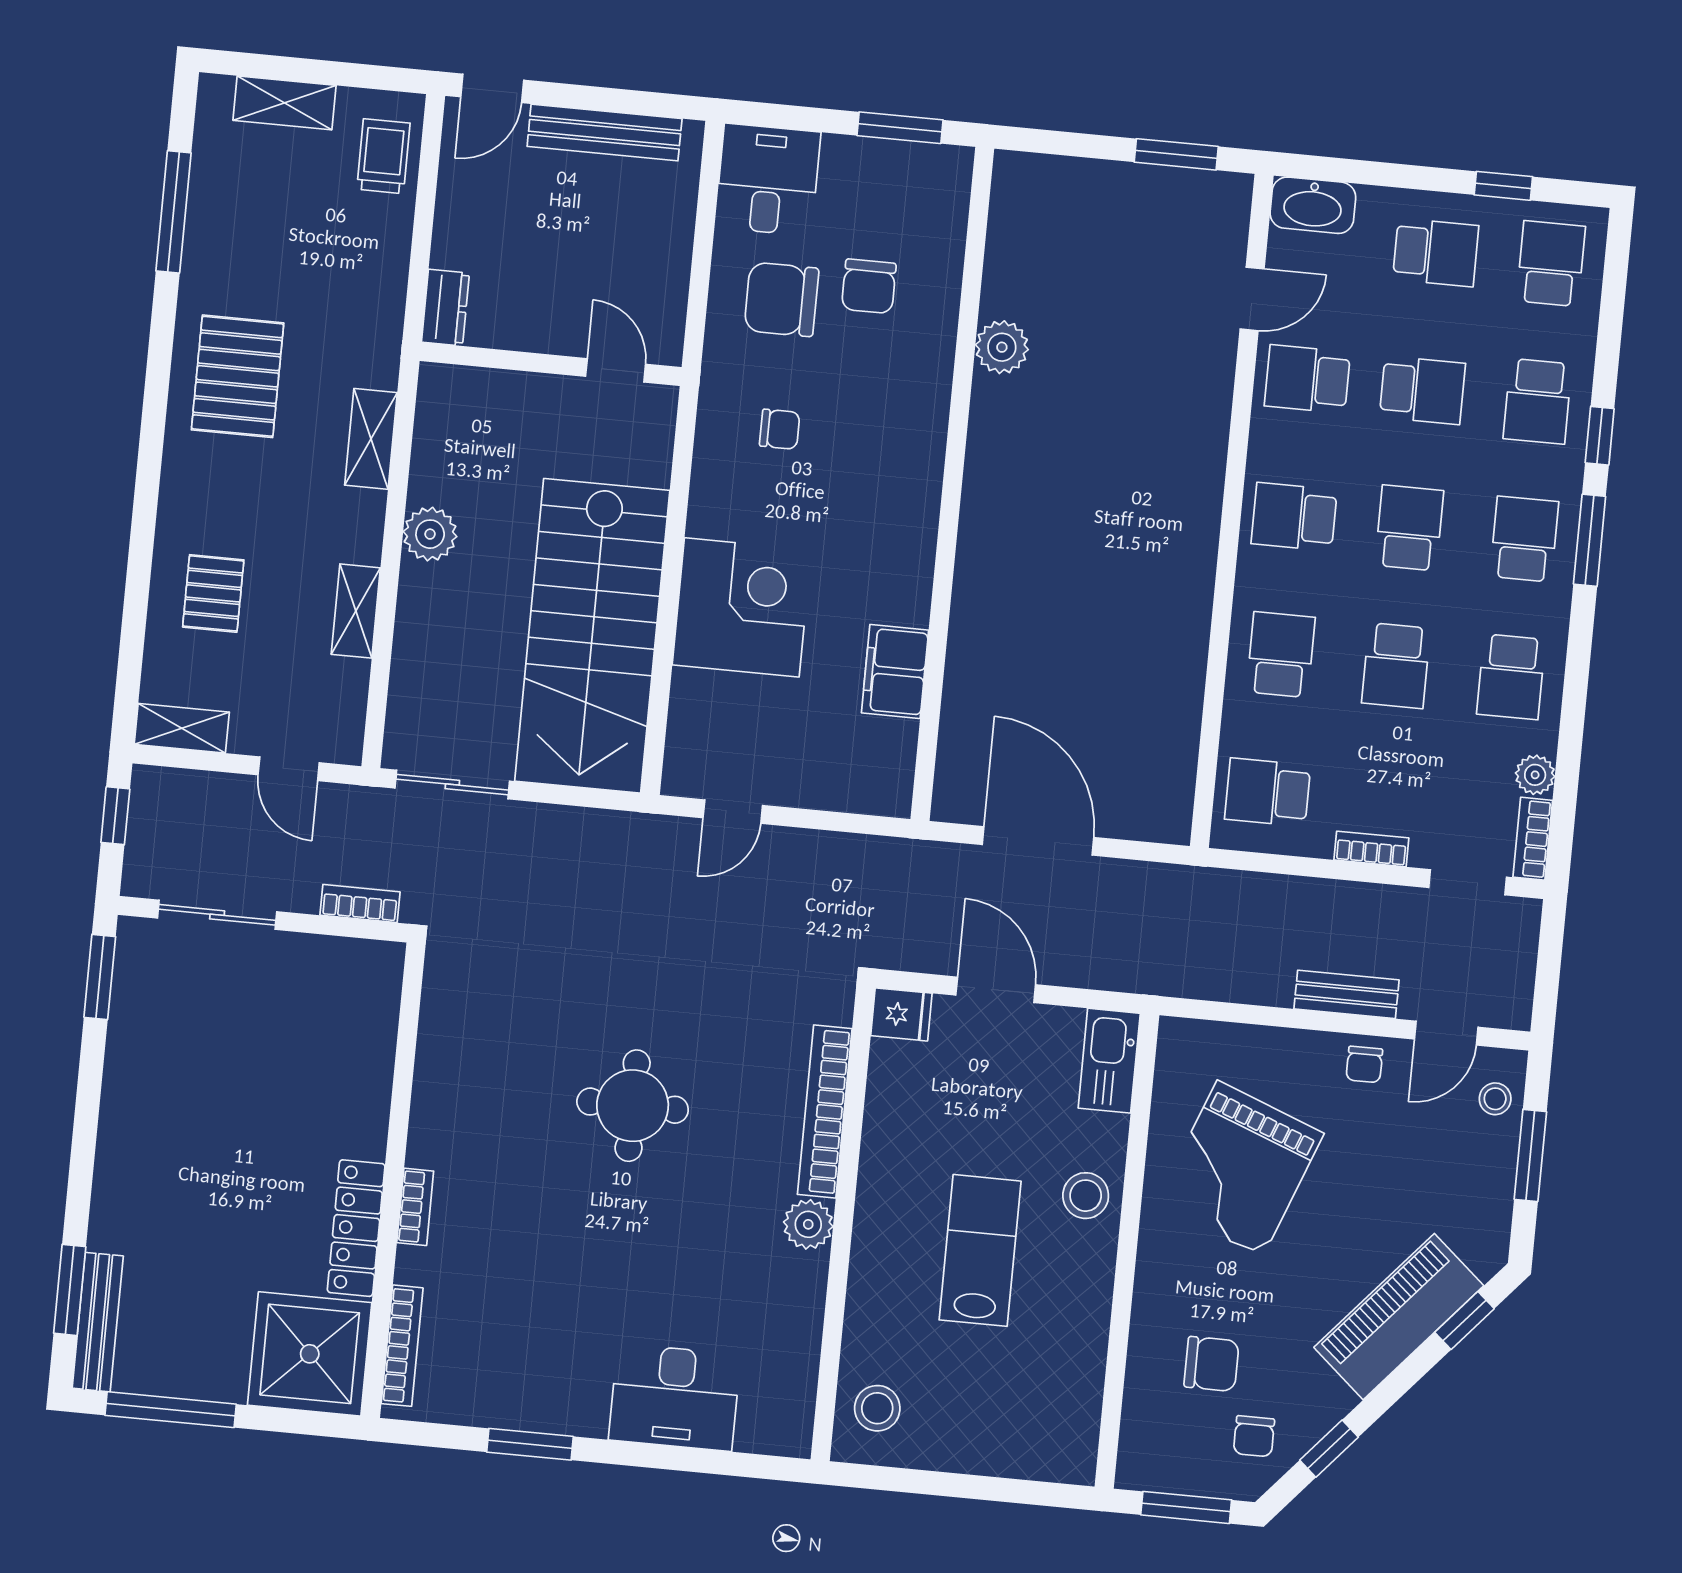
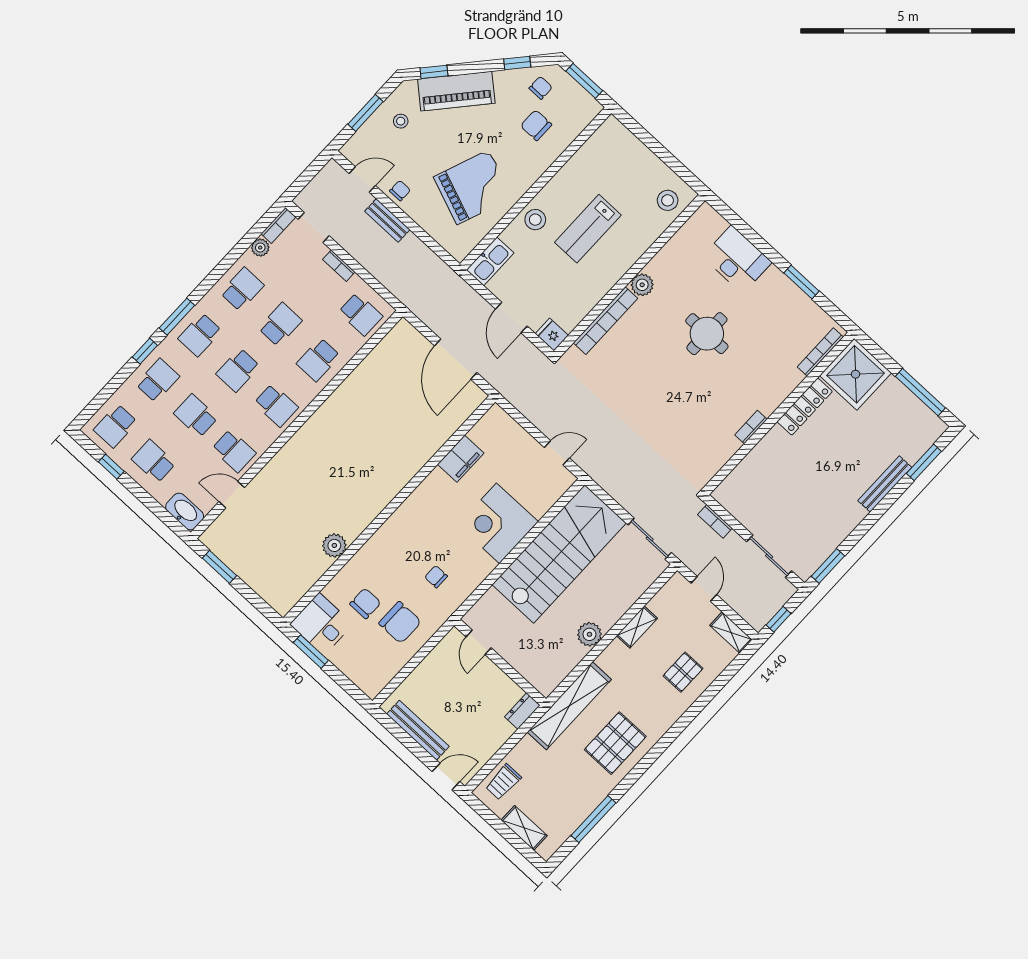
desk: (768, 180) -> (321, 624), moved, turned 90
shelving: (371, 439) -> (569, 706), width x2.20, depth x1.33
stool: (1495, 1099) -> (401, 121), moved
round table: (633, 1106) -> (707, 334), moved
bookcase: (415, 1207) -> (751, 427), moved
bench: (98, 1322) -> (885, 484), moved

